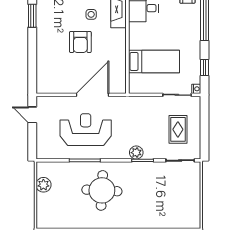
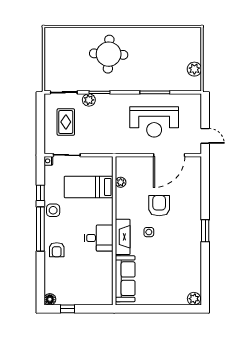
side table: (191, 37) -> (53, 210), added
plant: (121, 66) -> (121, 182), added
window: (205, 68) -> (40, 193), moved
door: (93, 95) -> (169, 155), moved
plant: (136, 153) -> (89, 100), moved
round table: (102, 190) -> (109, 54), moved

